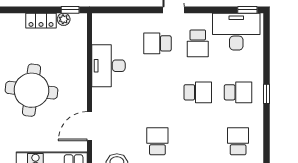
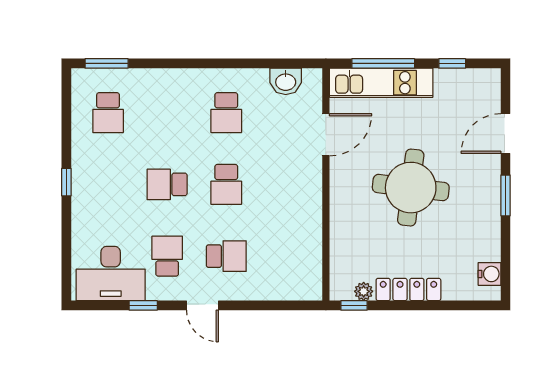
window: (247, 10) -> (143, 305), moved
locker: (41, 21) -> (408, 289), width x1.53
desk: (108, 66) -> (298, 223), removed
school desk: (238, 92) -> (226, 184), moved, turned -90

